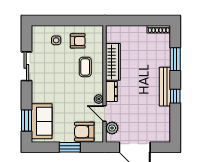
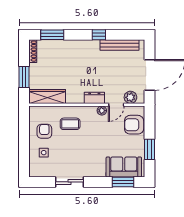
window: (133, 20) -> (24, 77), added
window: (175, 59) -> (52, 35), moved
wardrobe: (113, 62) -> (47, 96), moved
bench: (165, 87) -> (119, 45), moved
armchair: (84, 132) -> (134, 125), turned 90
window: (70, 147) -> (150, 149), moved

